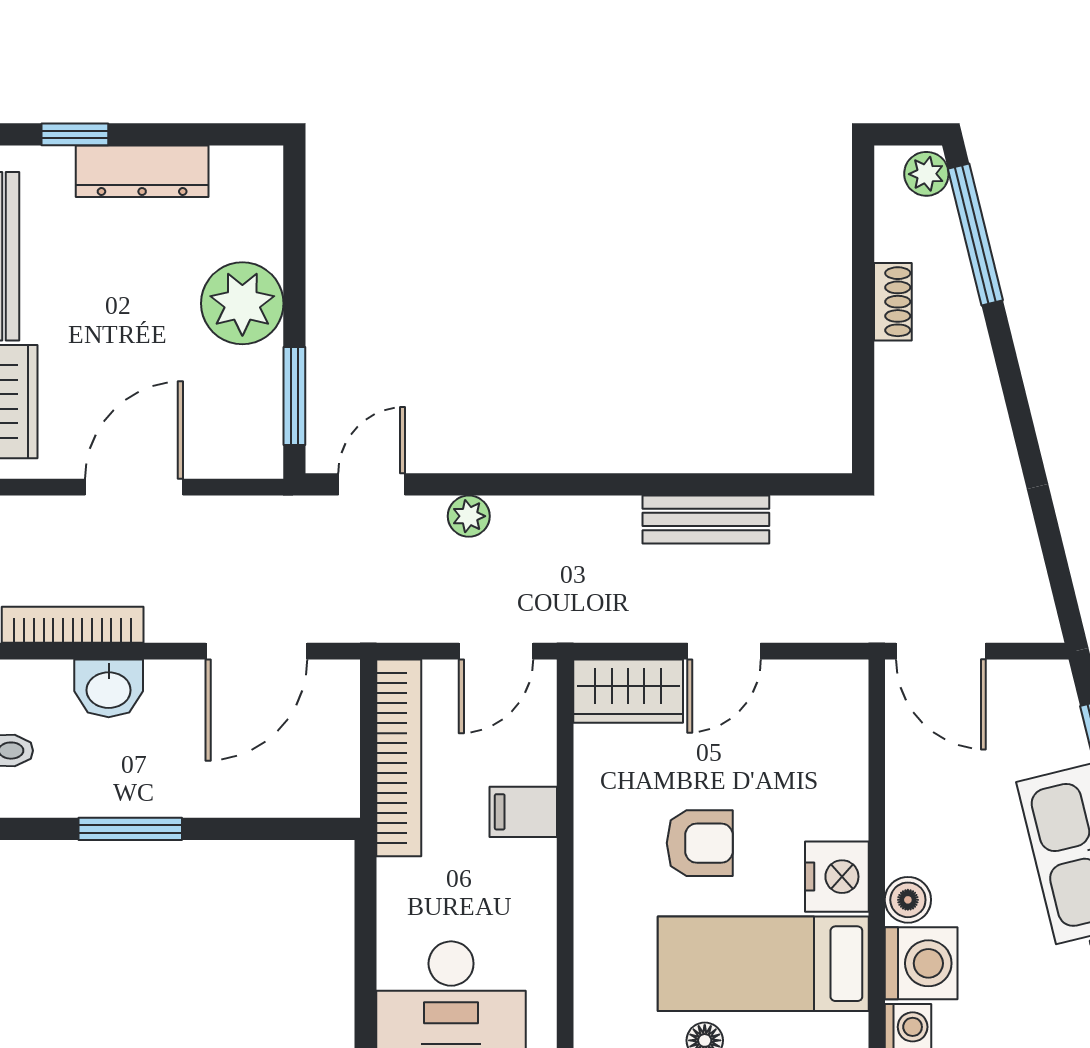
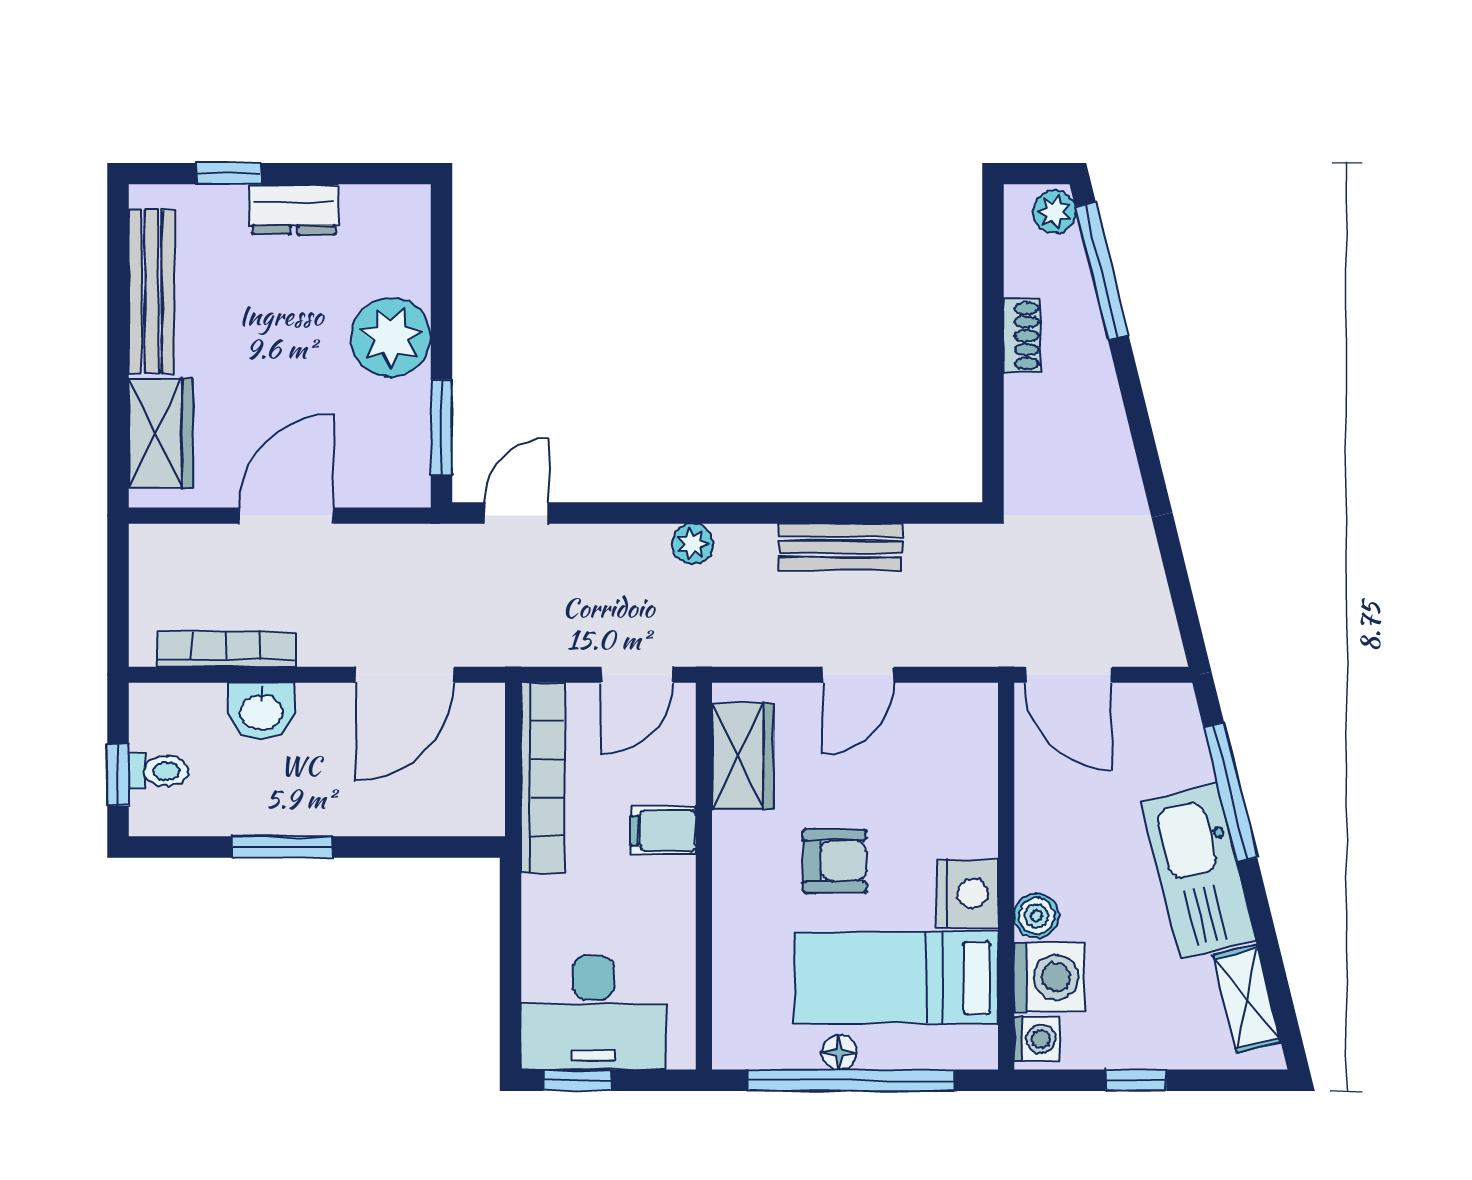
dresser: (142, 171) -> (294, 209), width x0.70
plant: (469, 516) -> (693, 544), moved
wardrobe: (628, 691) -> (743, 756), moved, turned -90

